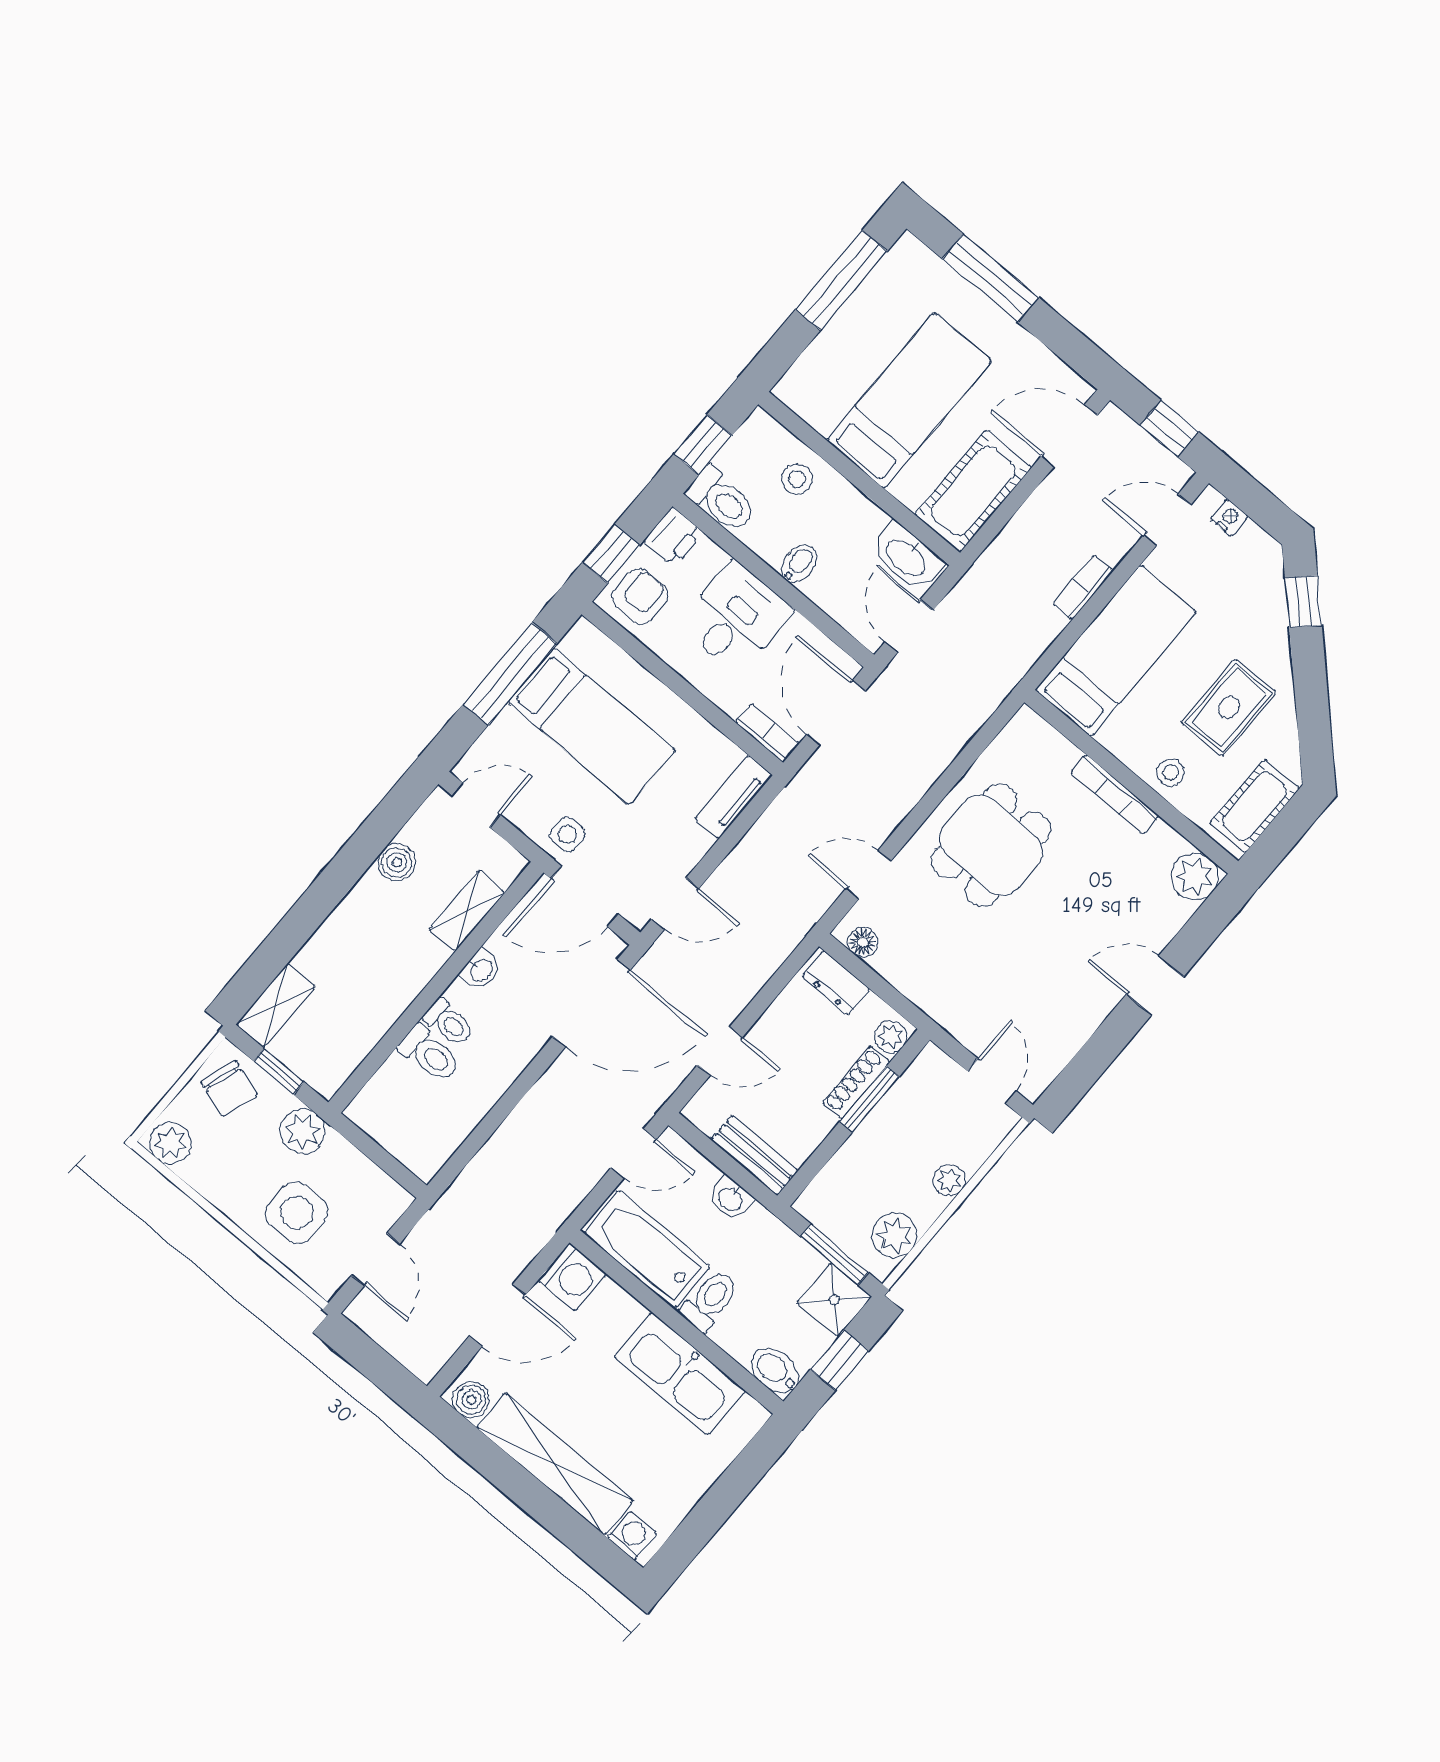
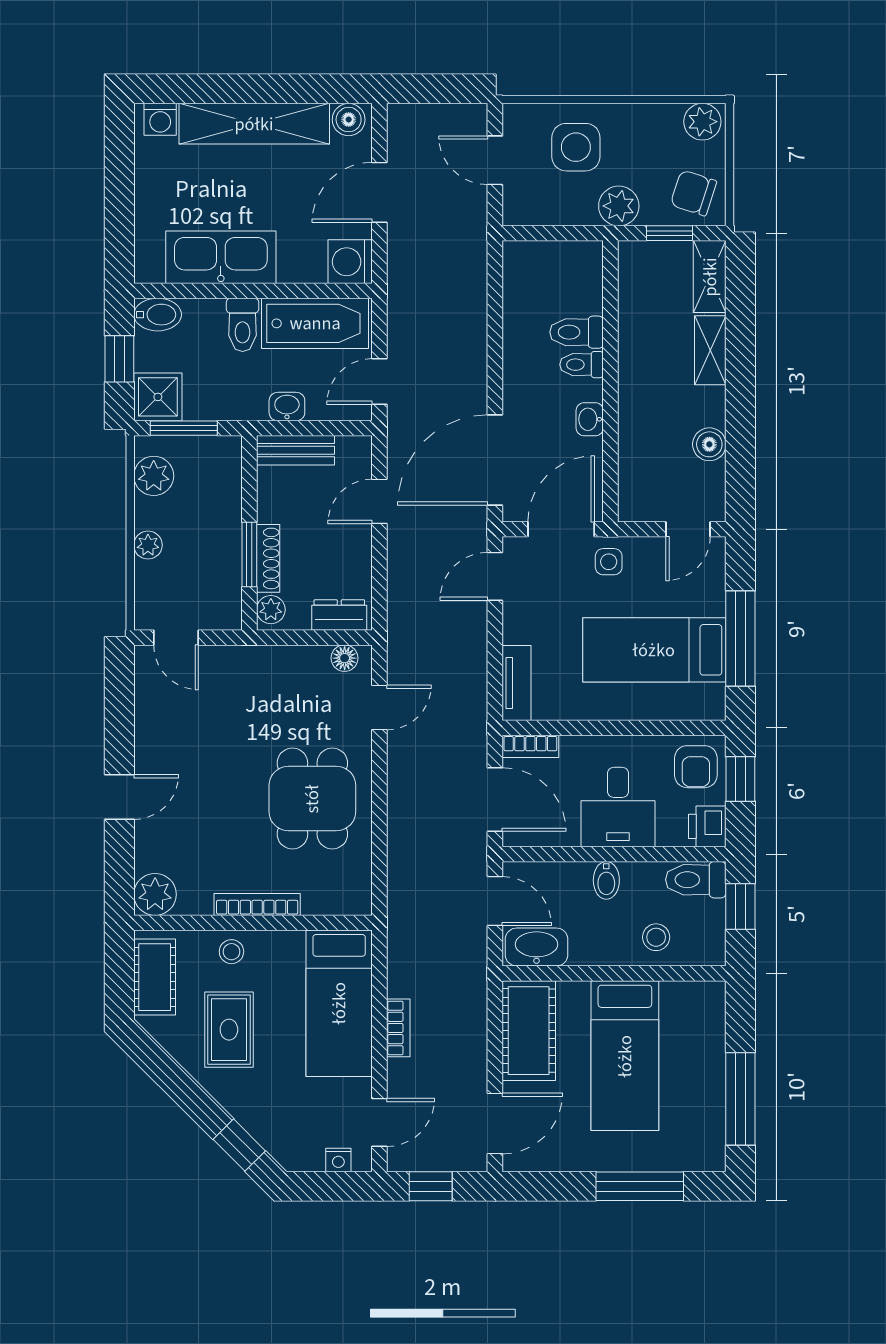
shelving: (467, 911) -> (710, 350), moved

